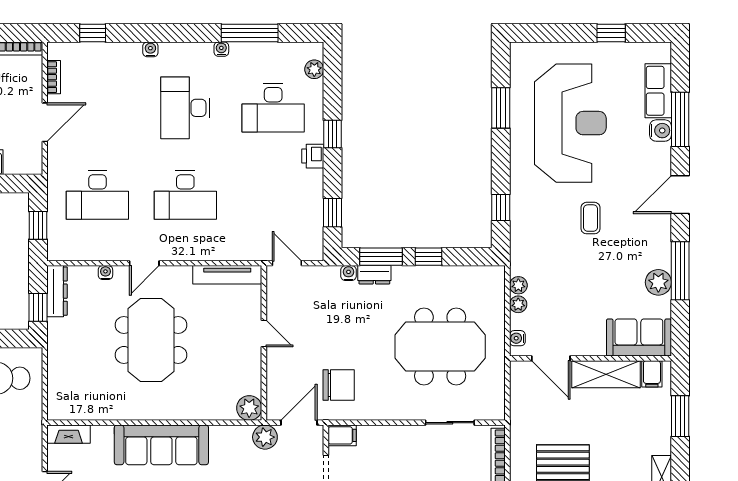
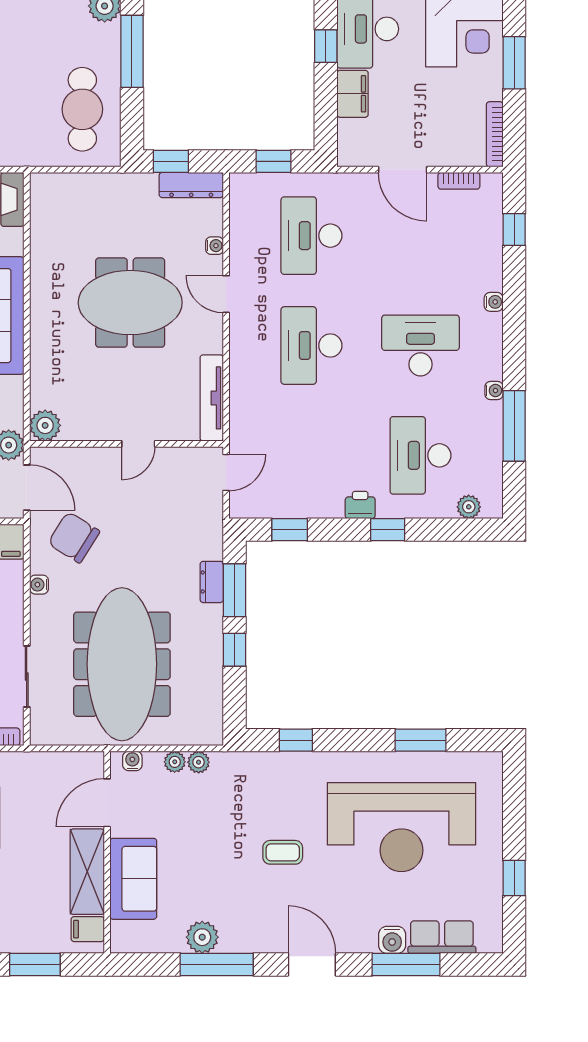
water cooler: (348, 273) -> (39, 585), moved, turned 180
sofa: (639, 338) -> (133, 879), moved
meeting table: (440, 347) -> (122, 664), width x1.36
chair: (339, 385) -> (74, 537), turned 122

